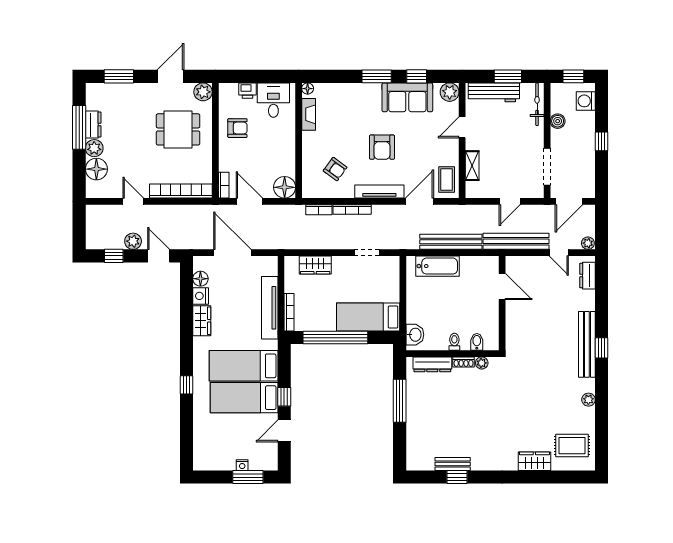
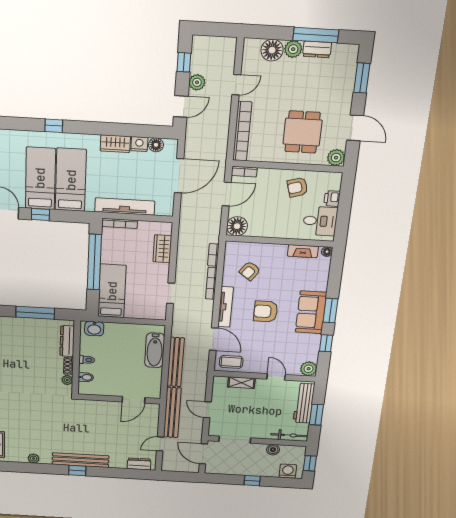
sofa: (407, 97) -> (311, 312), moved
armchair: (237, 128) -> (297, 187), turned 74
plant: (588, 243) -> (167, 466), removed

